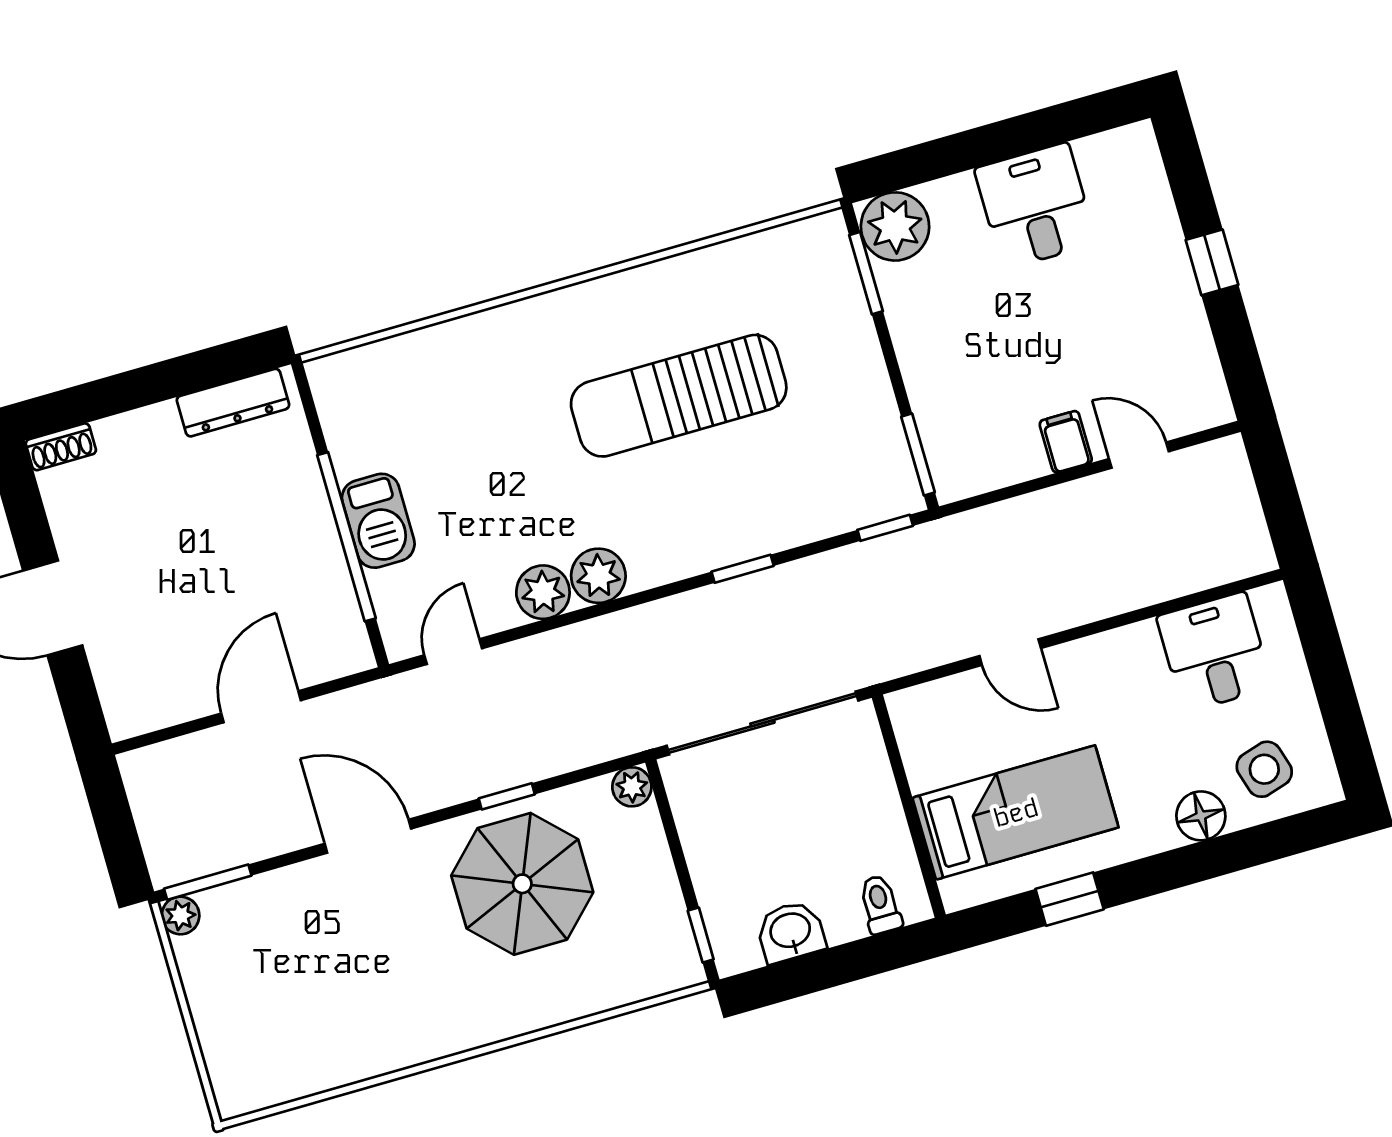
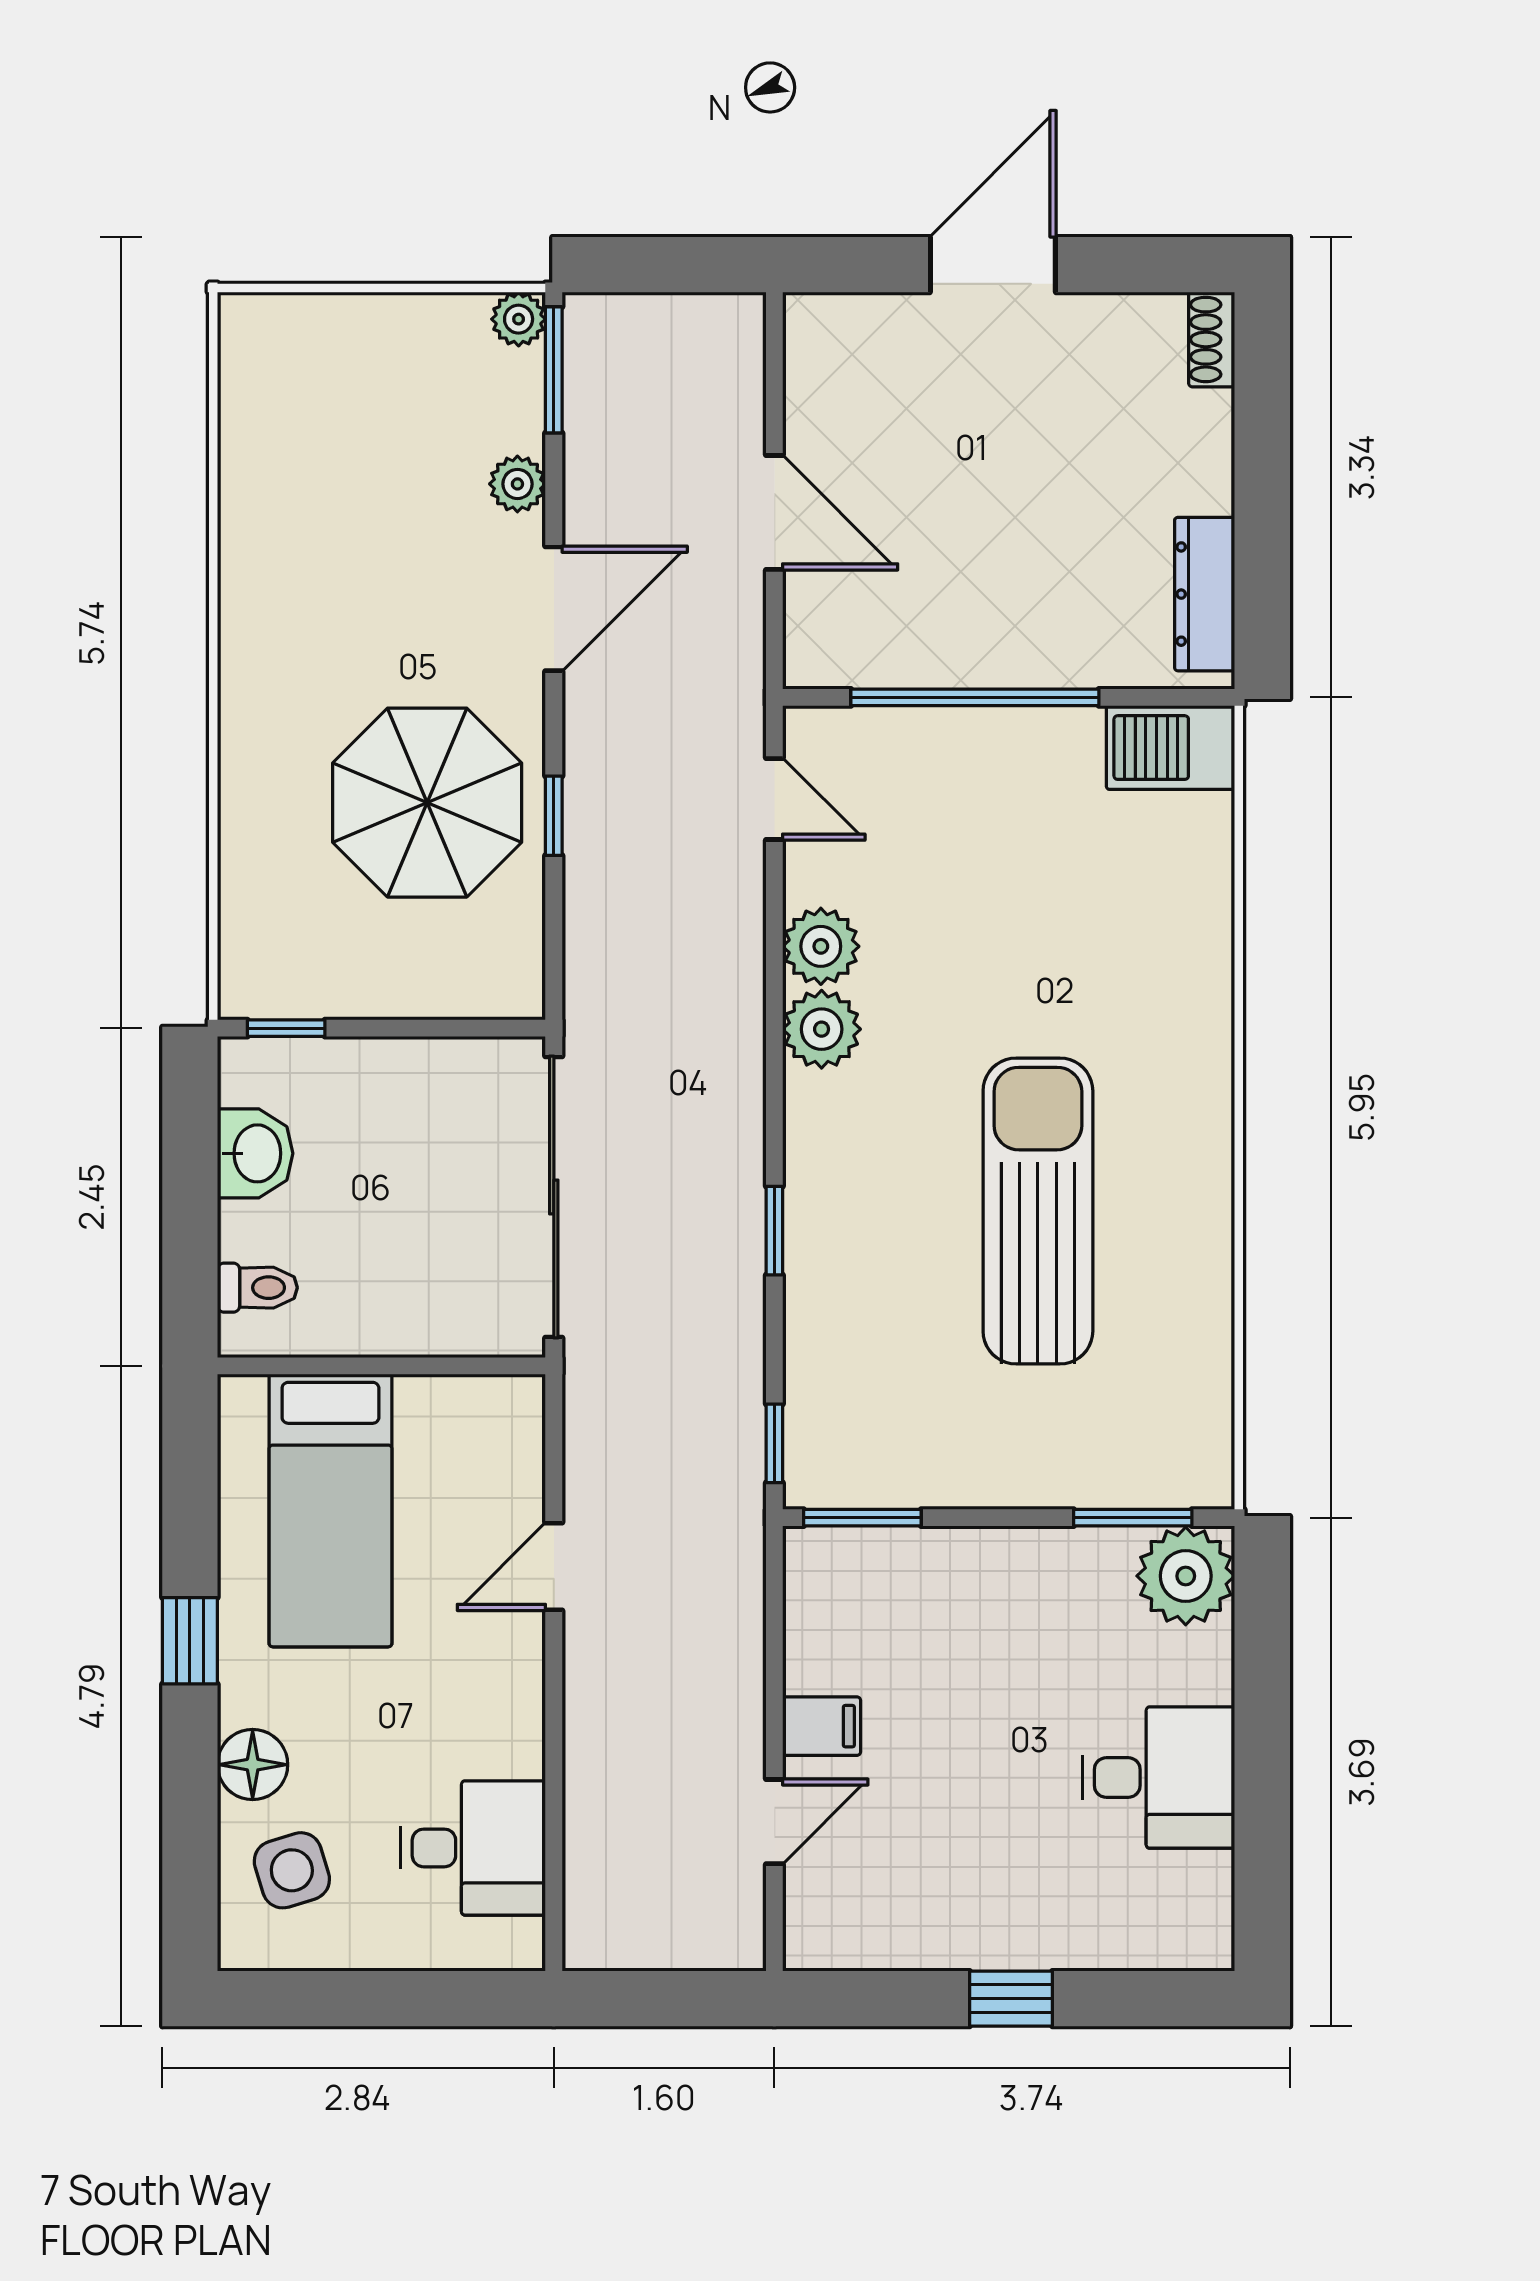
barbecue: (378, 521) -> (1170, 748), moved
plant: (632, 787) -> (517, 484), moved
window: (1070, 899) -> (190, 1641), moved

